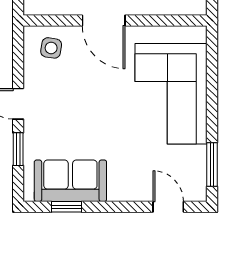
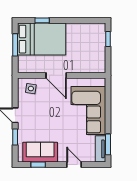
tv unit: (196, 174) -> (100, 149), added
door: (168, 207) -> (74, 165), moved

